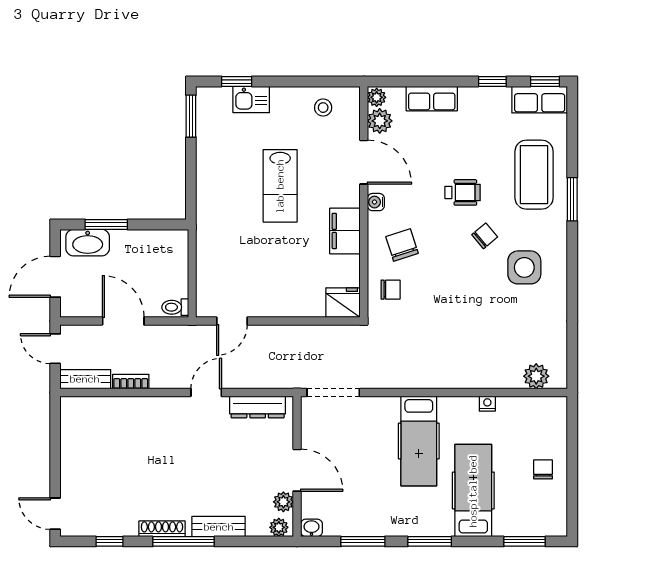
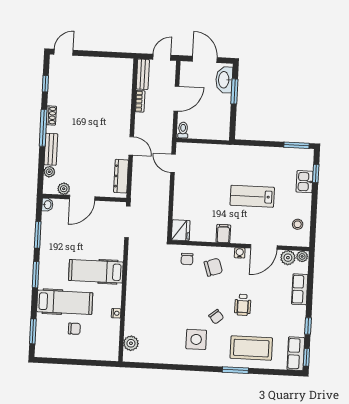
filing cabinet: (345, 231) -> (223, 234), width x0.50
chair: (543, 469) -> (74, 329), moved
plant: (279, 527) -> (49, 172), moved
shoe rack: (162, 529) -> (51, 115), width x0.70

